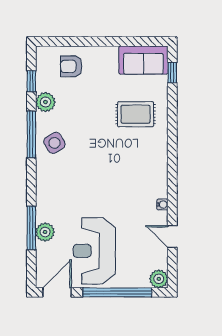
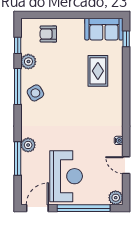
rug: (136, 114) -> (98, 71), turned 90
plant: (45, 232) -> (28, 145), moved
reception desk: (94, 251) -> (66, 176), turned 180

